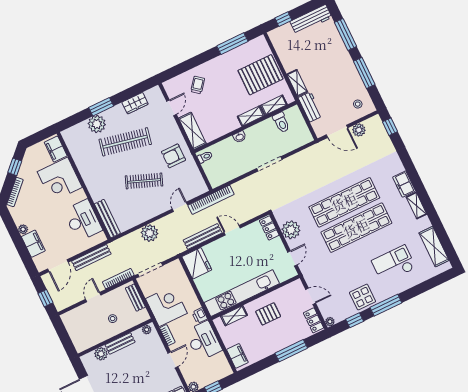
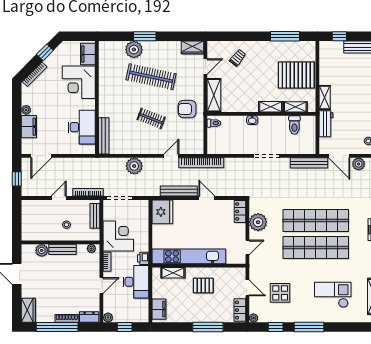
wardrobe: (135, 103) -> (193, 47), moved
clothes rail: (144, 181) -> (151, 118), width x0.73
bench: (91, 258) -> (309, 163), moved
display table: (363, 297) -> (280, 293), moved

